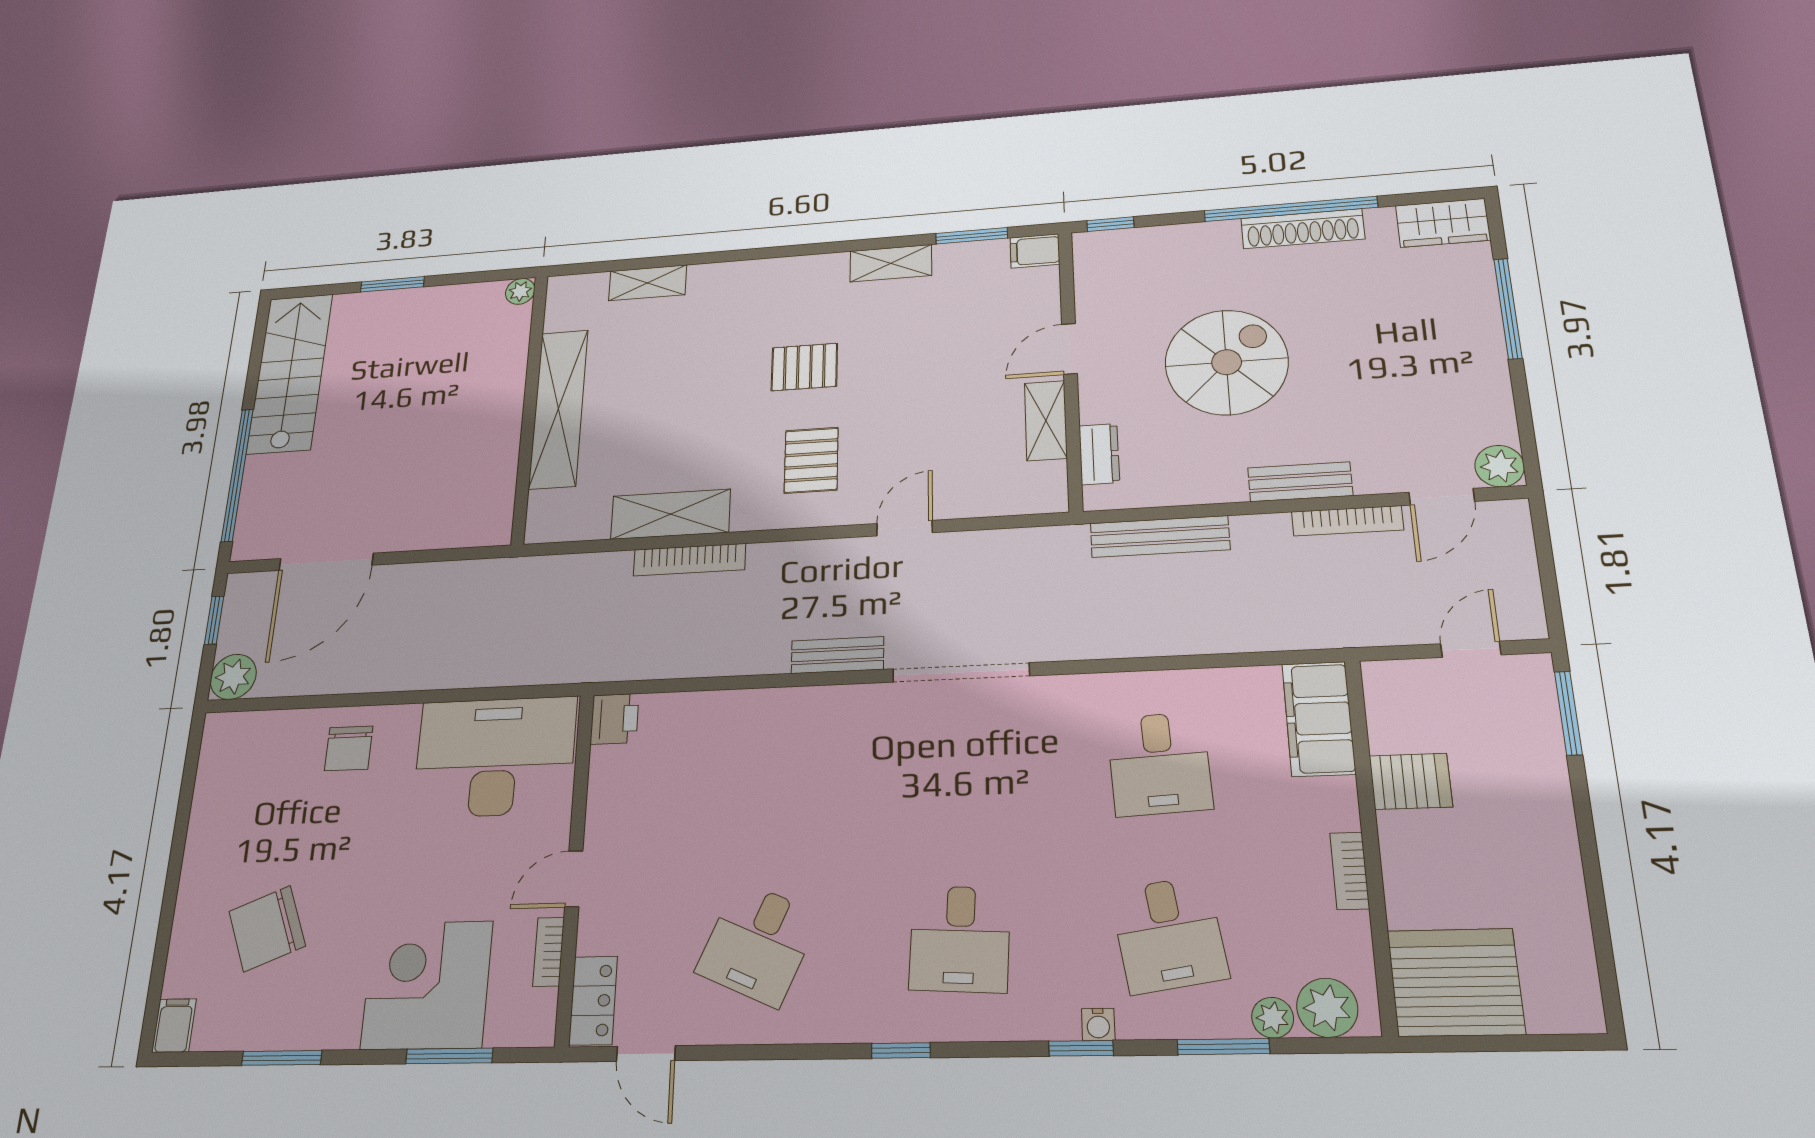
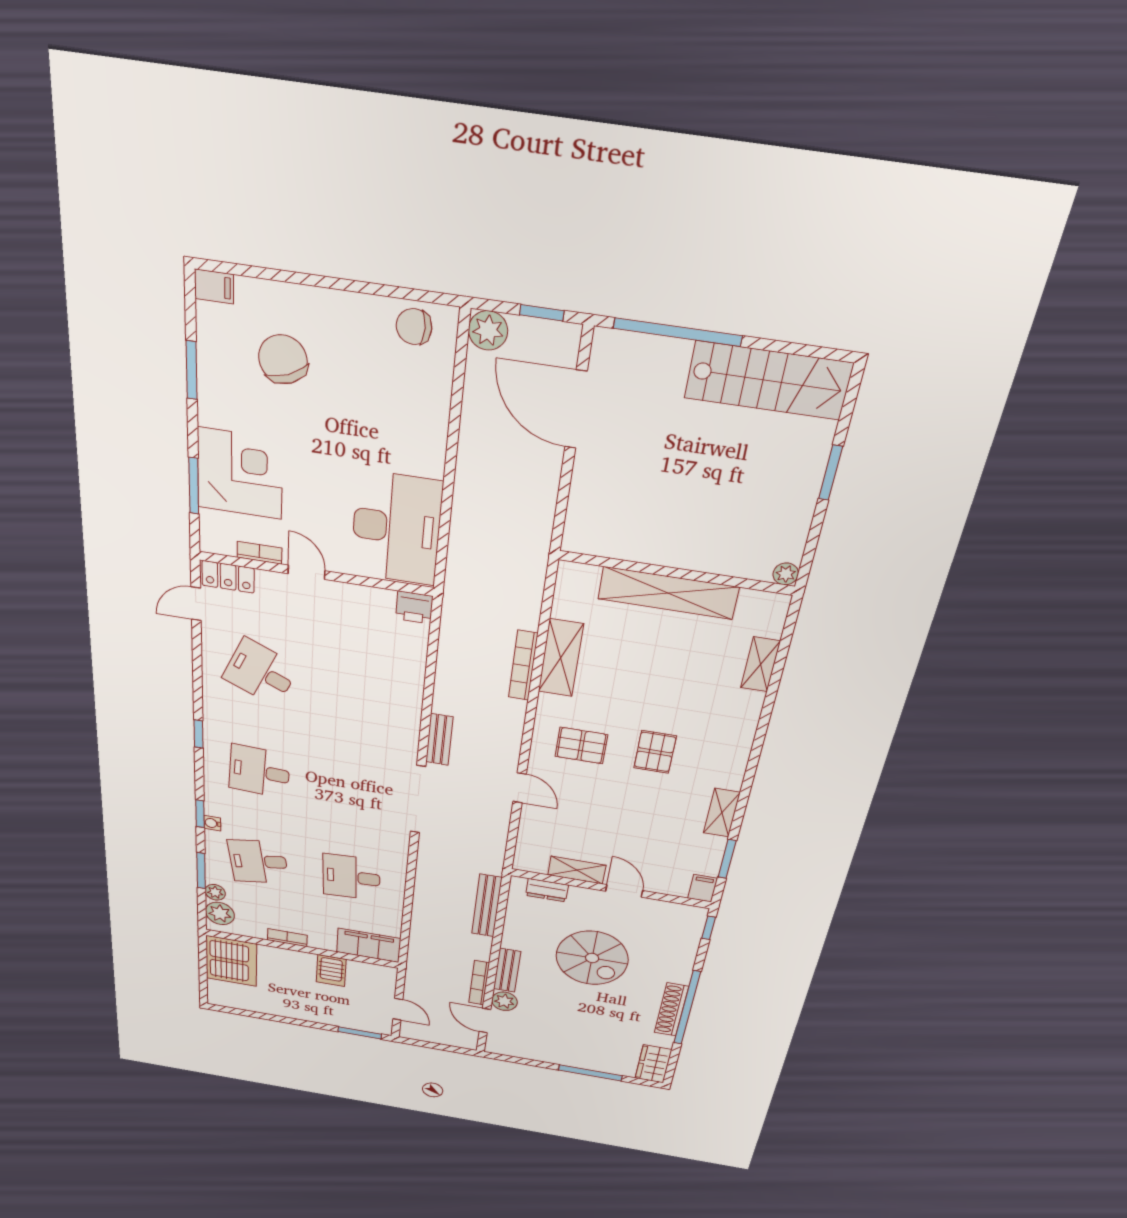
plant: (1500, 466) -> (504, 1001), moved
chair: (349, 748) -> (414, 327), moved

